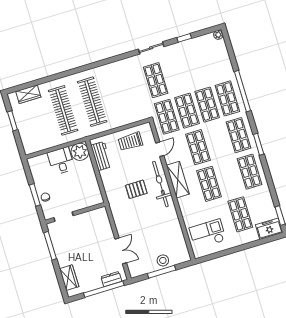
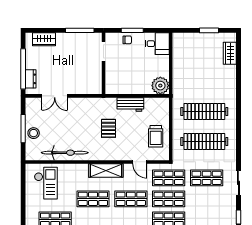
clothes rail: (63, 110) -> (204, 141), moved
trolley: (130, 141) -> (156, 136), turned 180
workbench: (101, 156) -> (130, 104), moved
desk: (61, 161) -> (157, 44), moved
bicycle: (160, 184) -> (65, 153), moved

